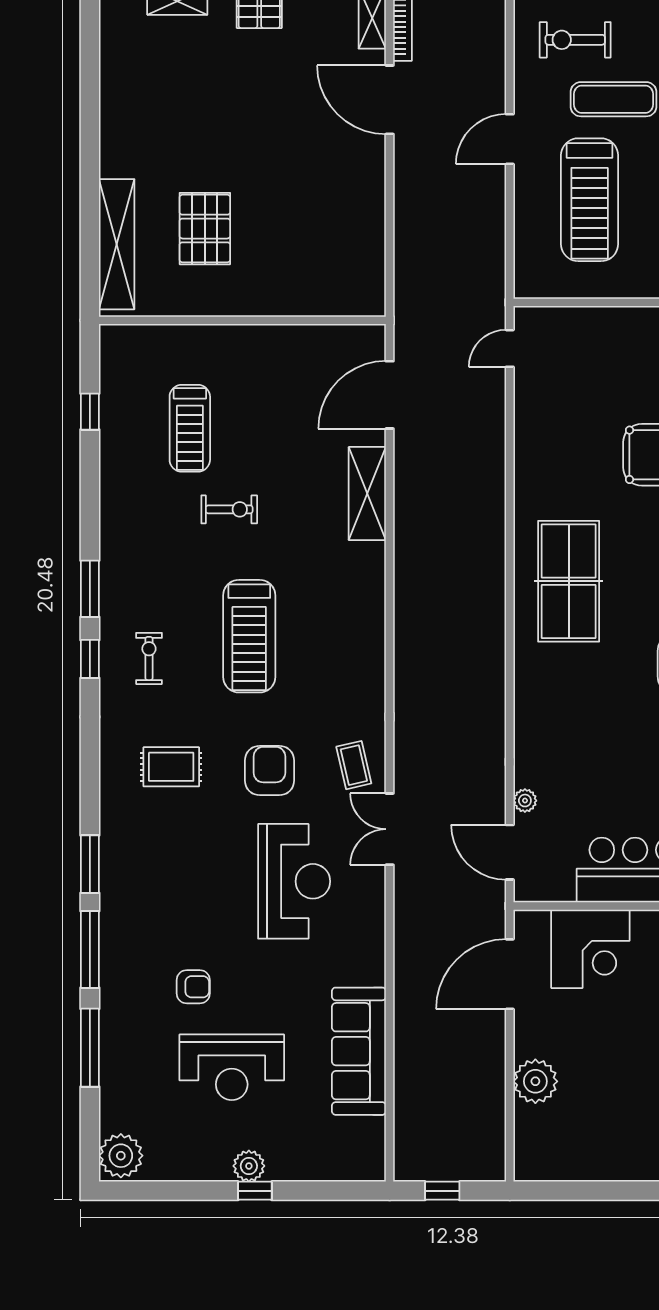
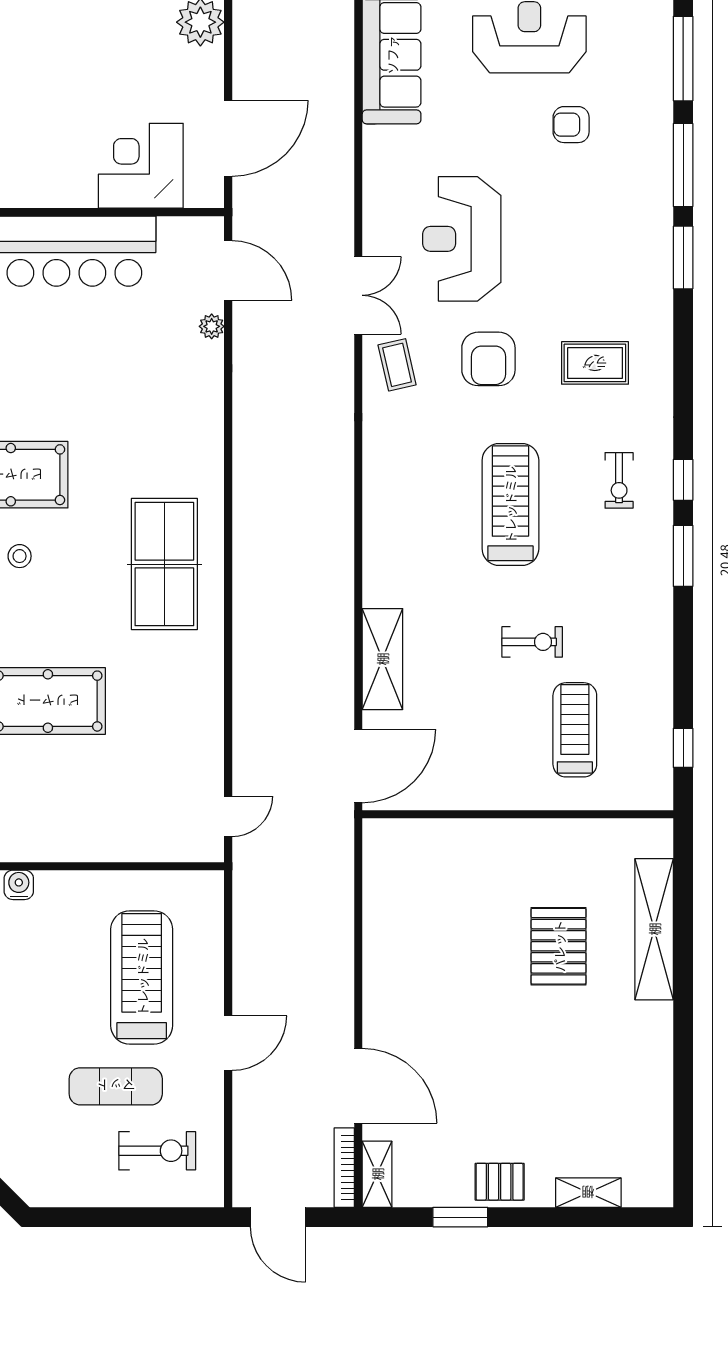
wall: (242, 320) -> (518, 814), moved
exercise bike: (229, 509) -> (532, 642), turned 180

